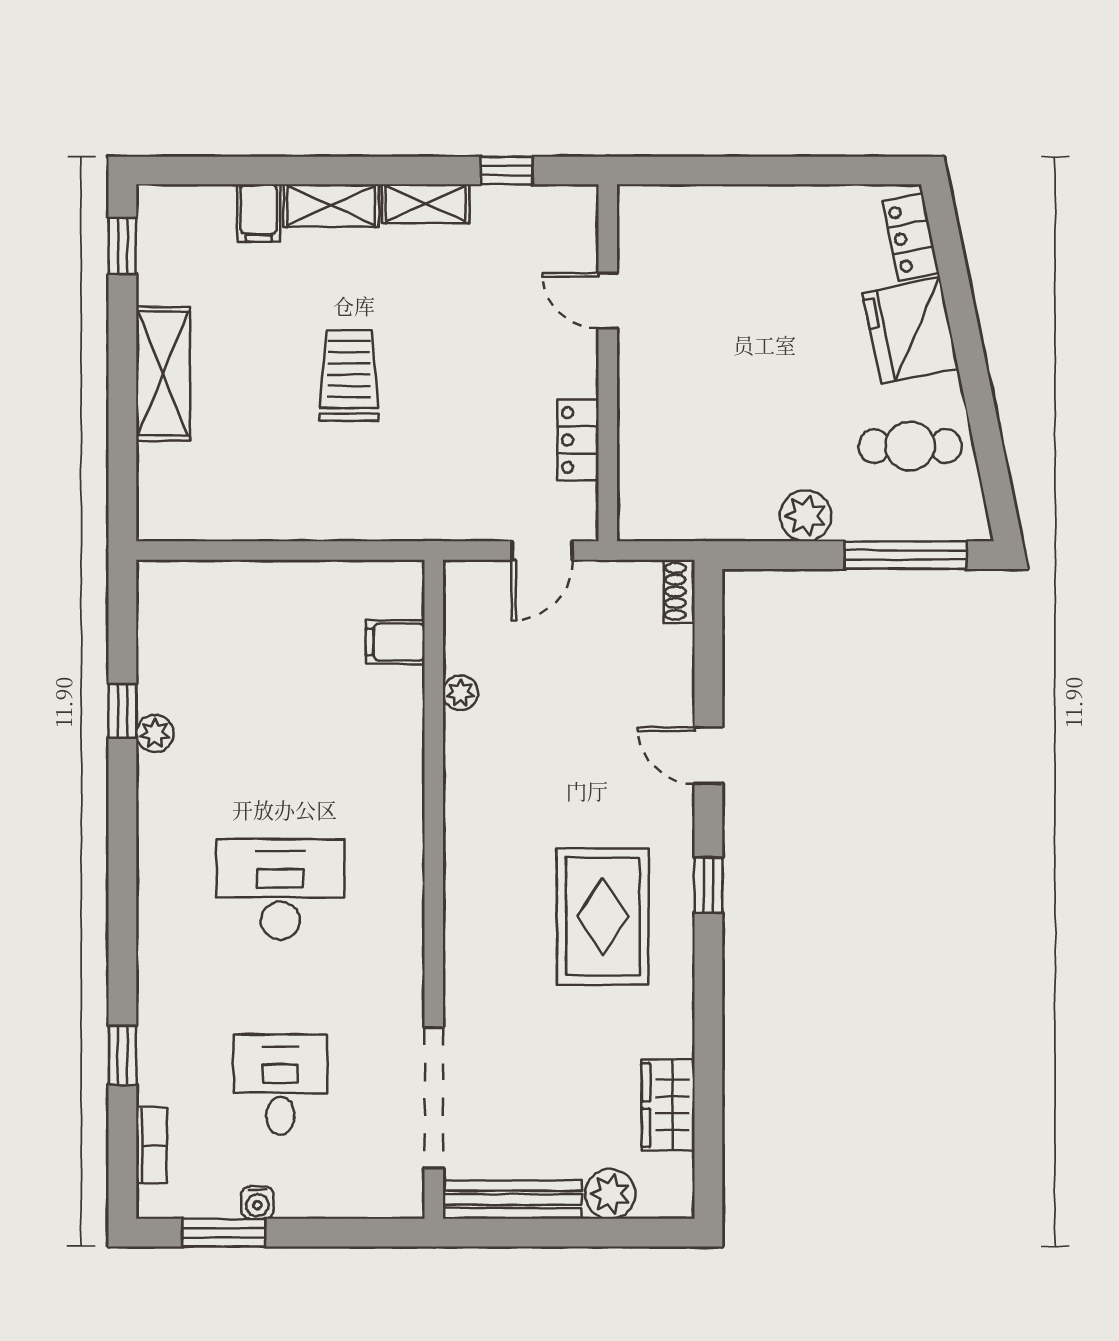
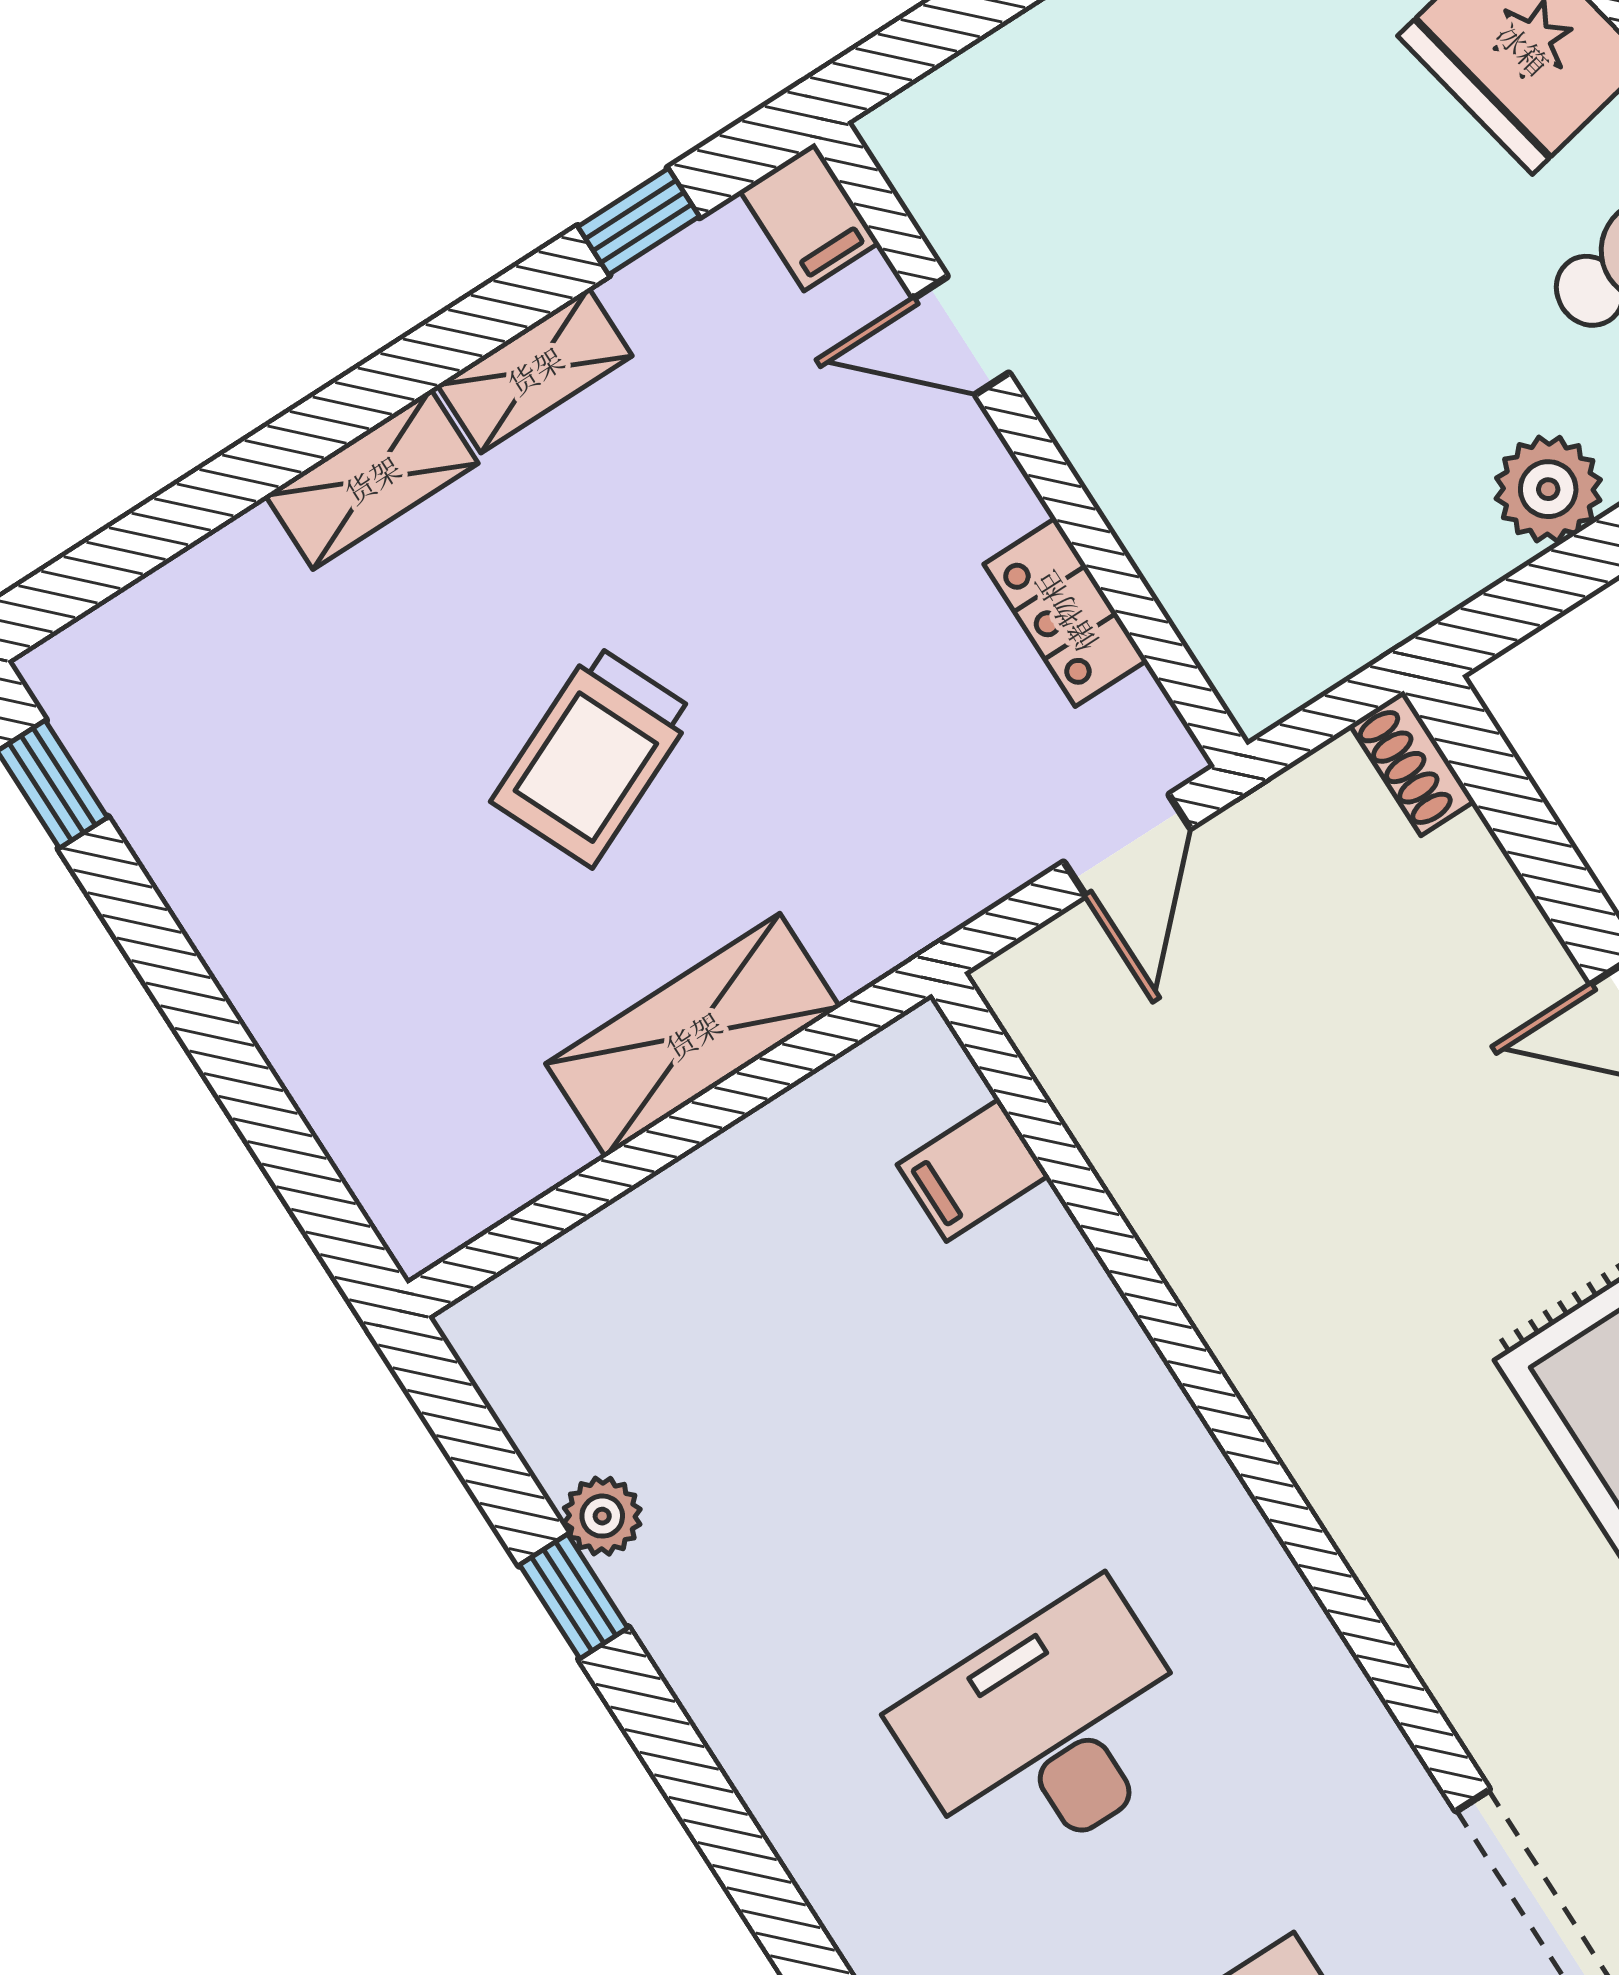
filing cabinet: (259, 213) -> (809, 217), moved
shelving: (163, 374) -> (693, 1035), moved, turned 90
trolley: (349, 375) -> (593, 756), turned -114
plant: (460, 693) -> (1144, 1186), removed
plant: (155, 734) -> (602, 1516), moved

